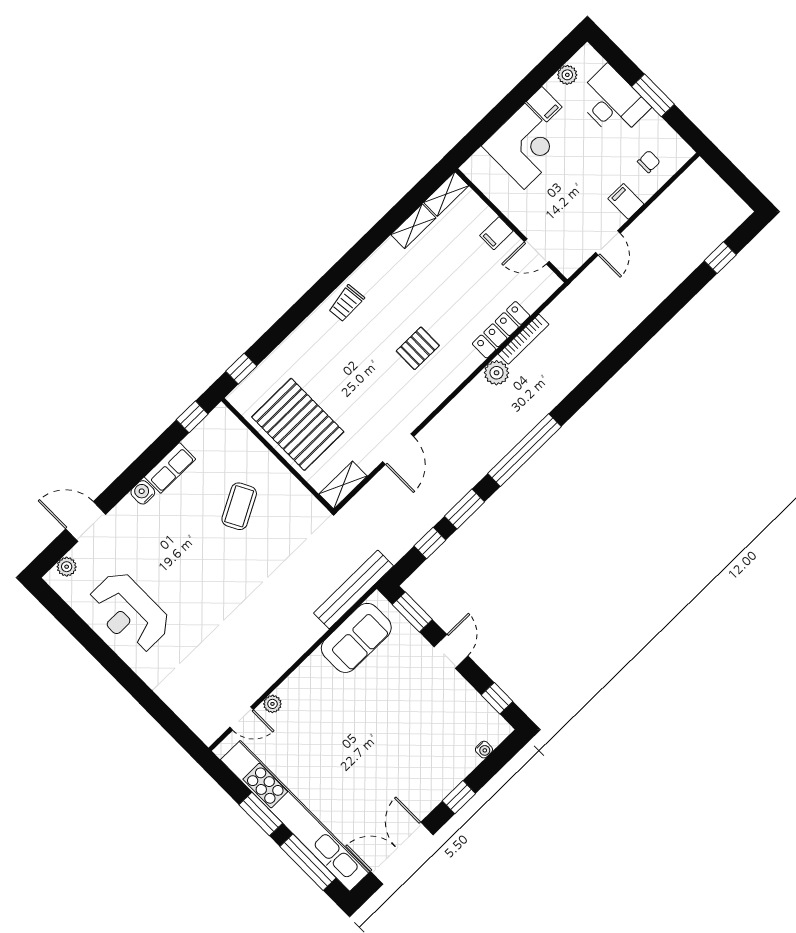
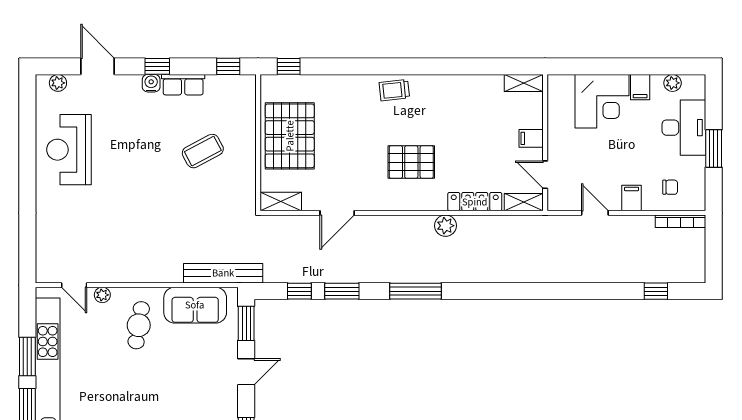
shelving: (413, 226) -> (524, 202), moved
door: (608, 243) -> (595, 213), swing flipped
bookcase: (524, 339) -> (680, 221), moved
pallet: (418, 348) -> (411, 162), width x1.50, depth x1.42
window: (524, 450) -> (415, 291), width x0.68
window: (134, 474) -> (157, 66), added
cafe table: (326, 699) -> (139, 325), added

